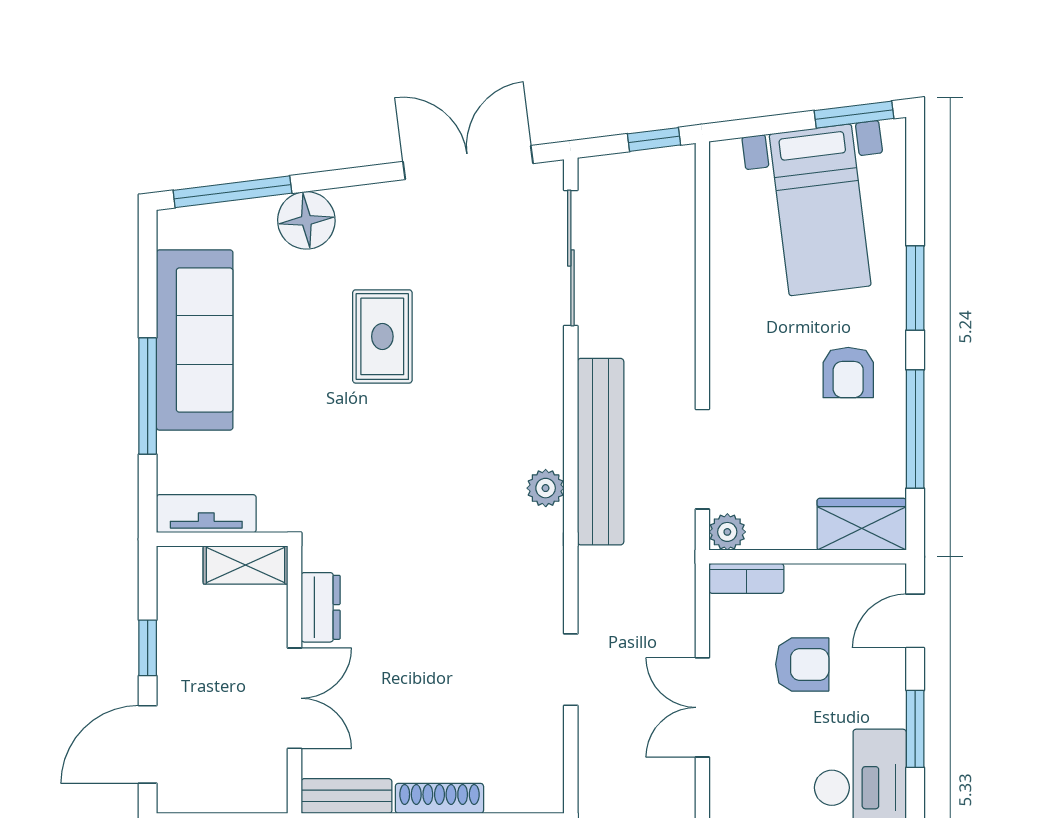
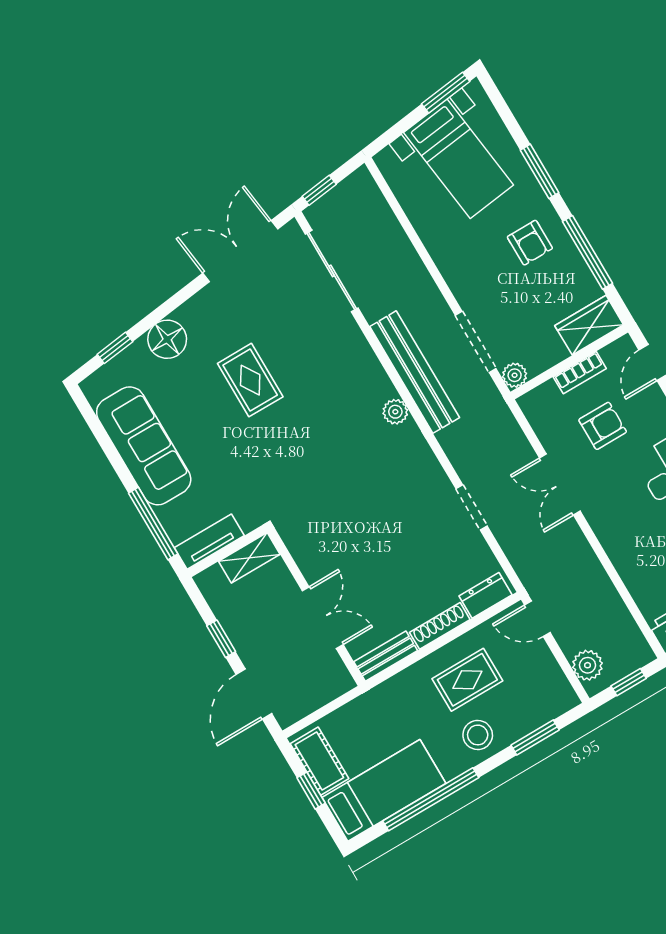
window: (654, 139) -> (319, 190), moved
window: (232, 192) -> (115, 348), width x0.46
window: (148, 396) -> (153, 523), moved
bookcase: (746, 578) -> (580, 373), moved
dresser: (321, 607) -> (486, 595), moved, turned -90

